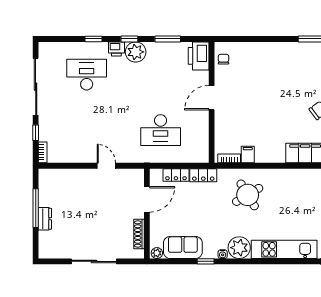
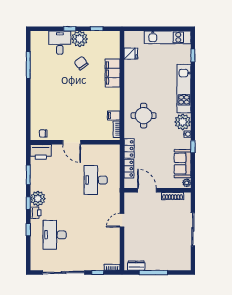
desk: (161, 130) -> (96, 180), turned 180
round table: (248, 195) -> (144, 116), turned 31
dresser: (45, 219) -> (136, 266), moved

